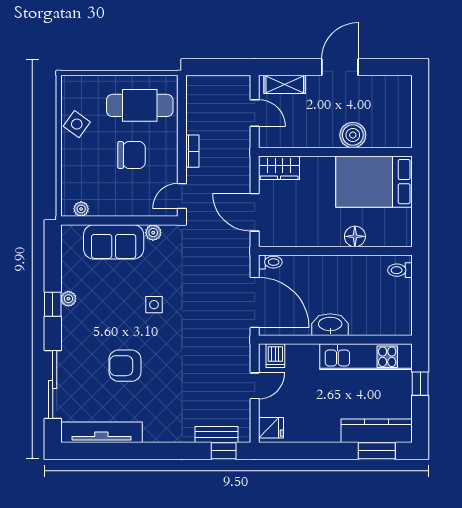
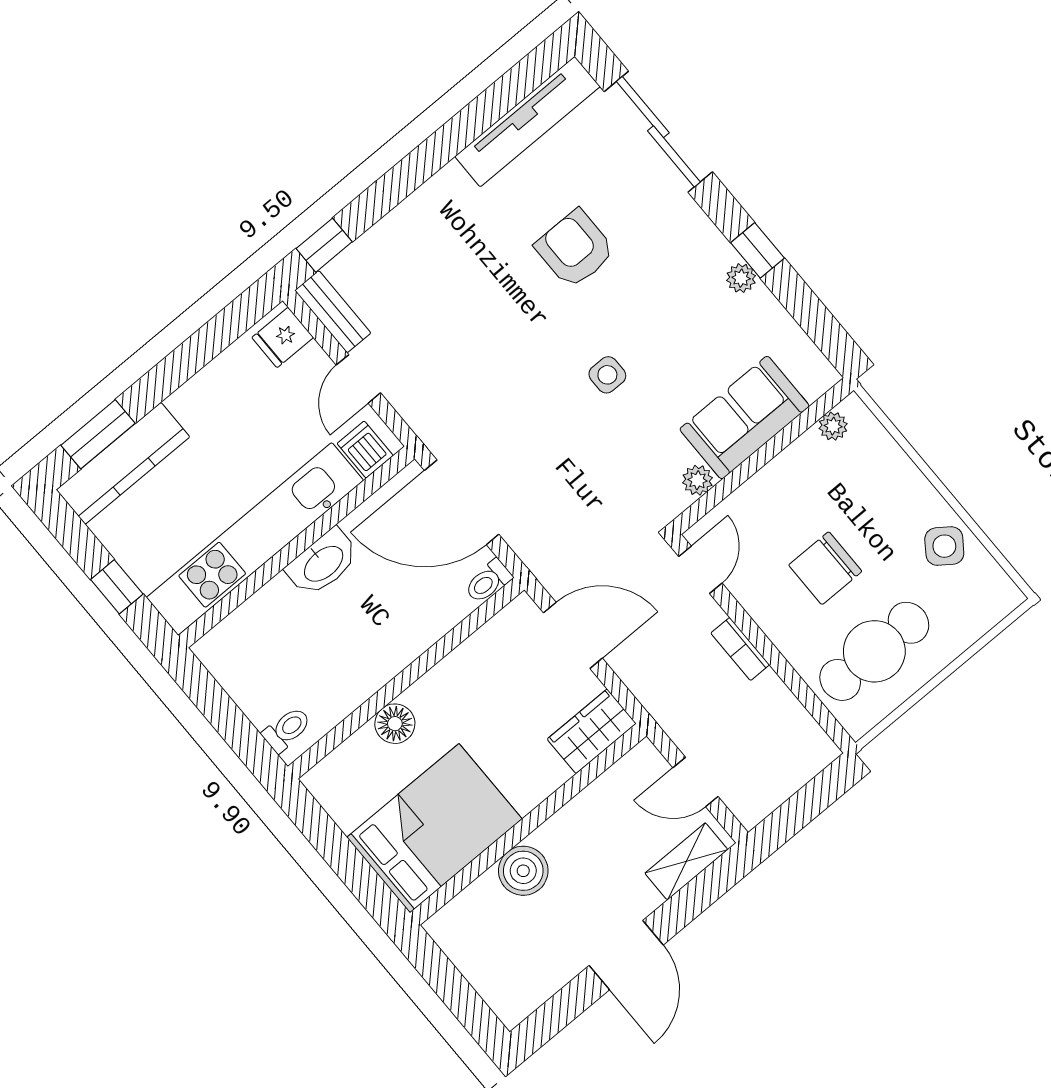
kitchen unit: (366, 357) -> (255, 539), width x1.36
armchair: (125, 366) -> (575, 249), turned -90
bench: (216, 434) -> (333, 312), moved, turned 90

